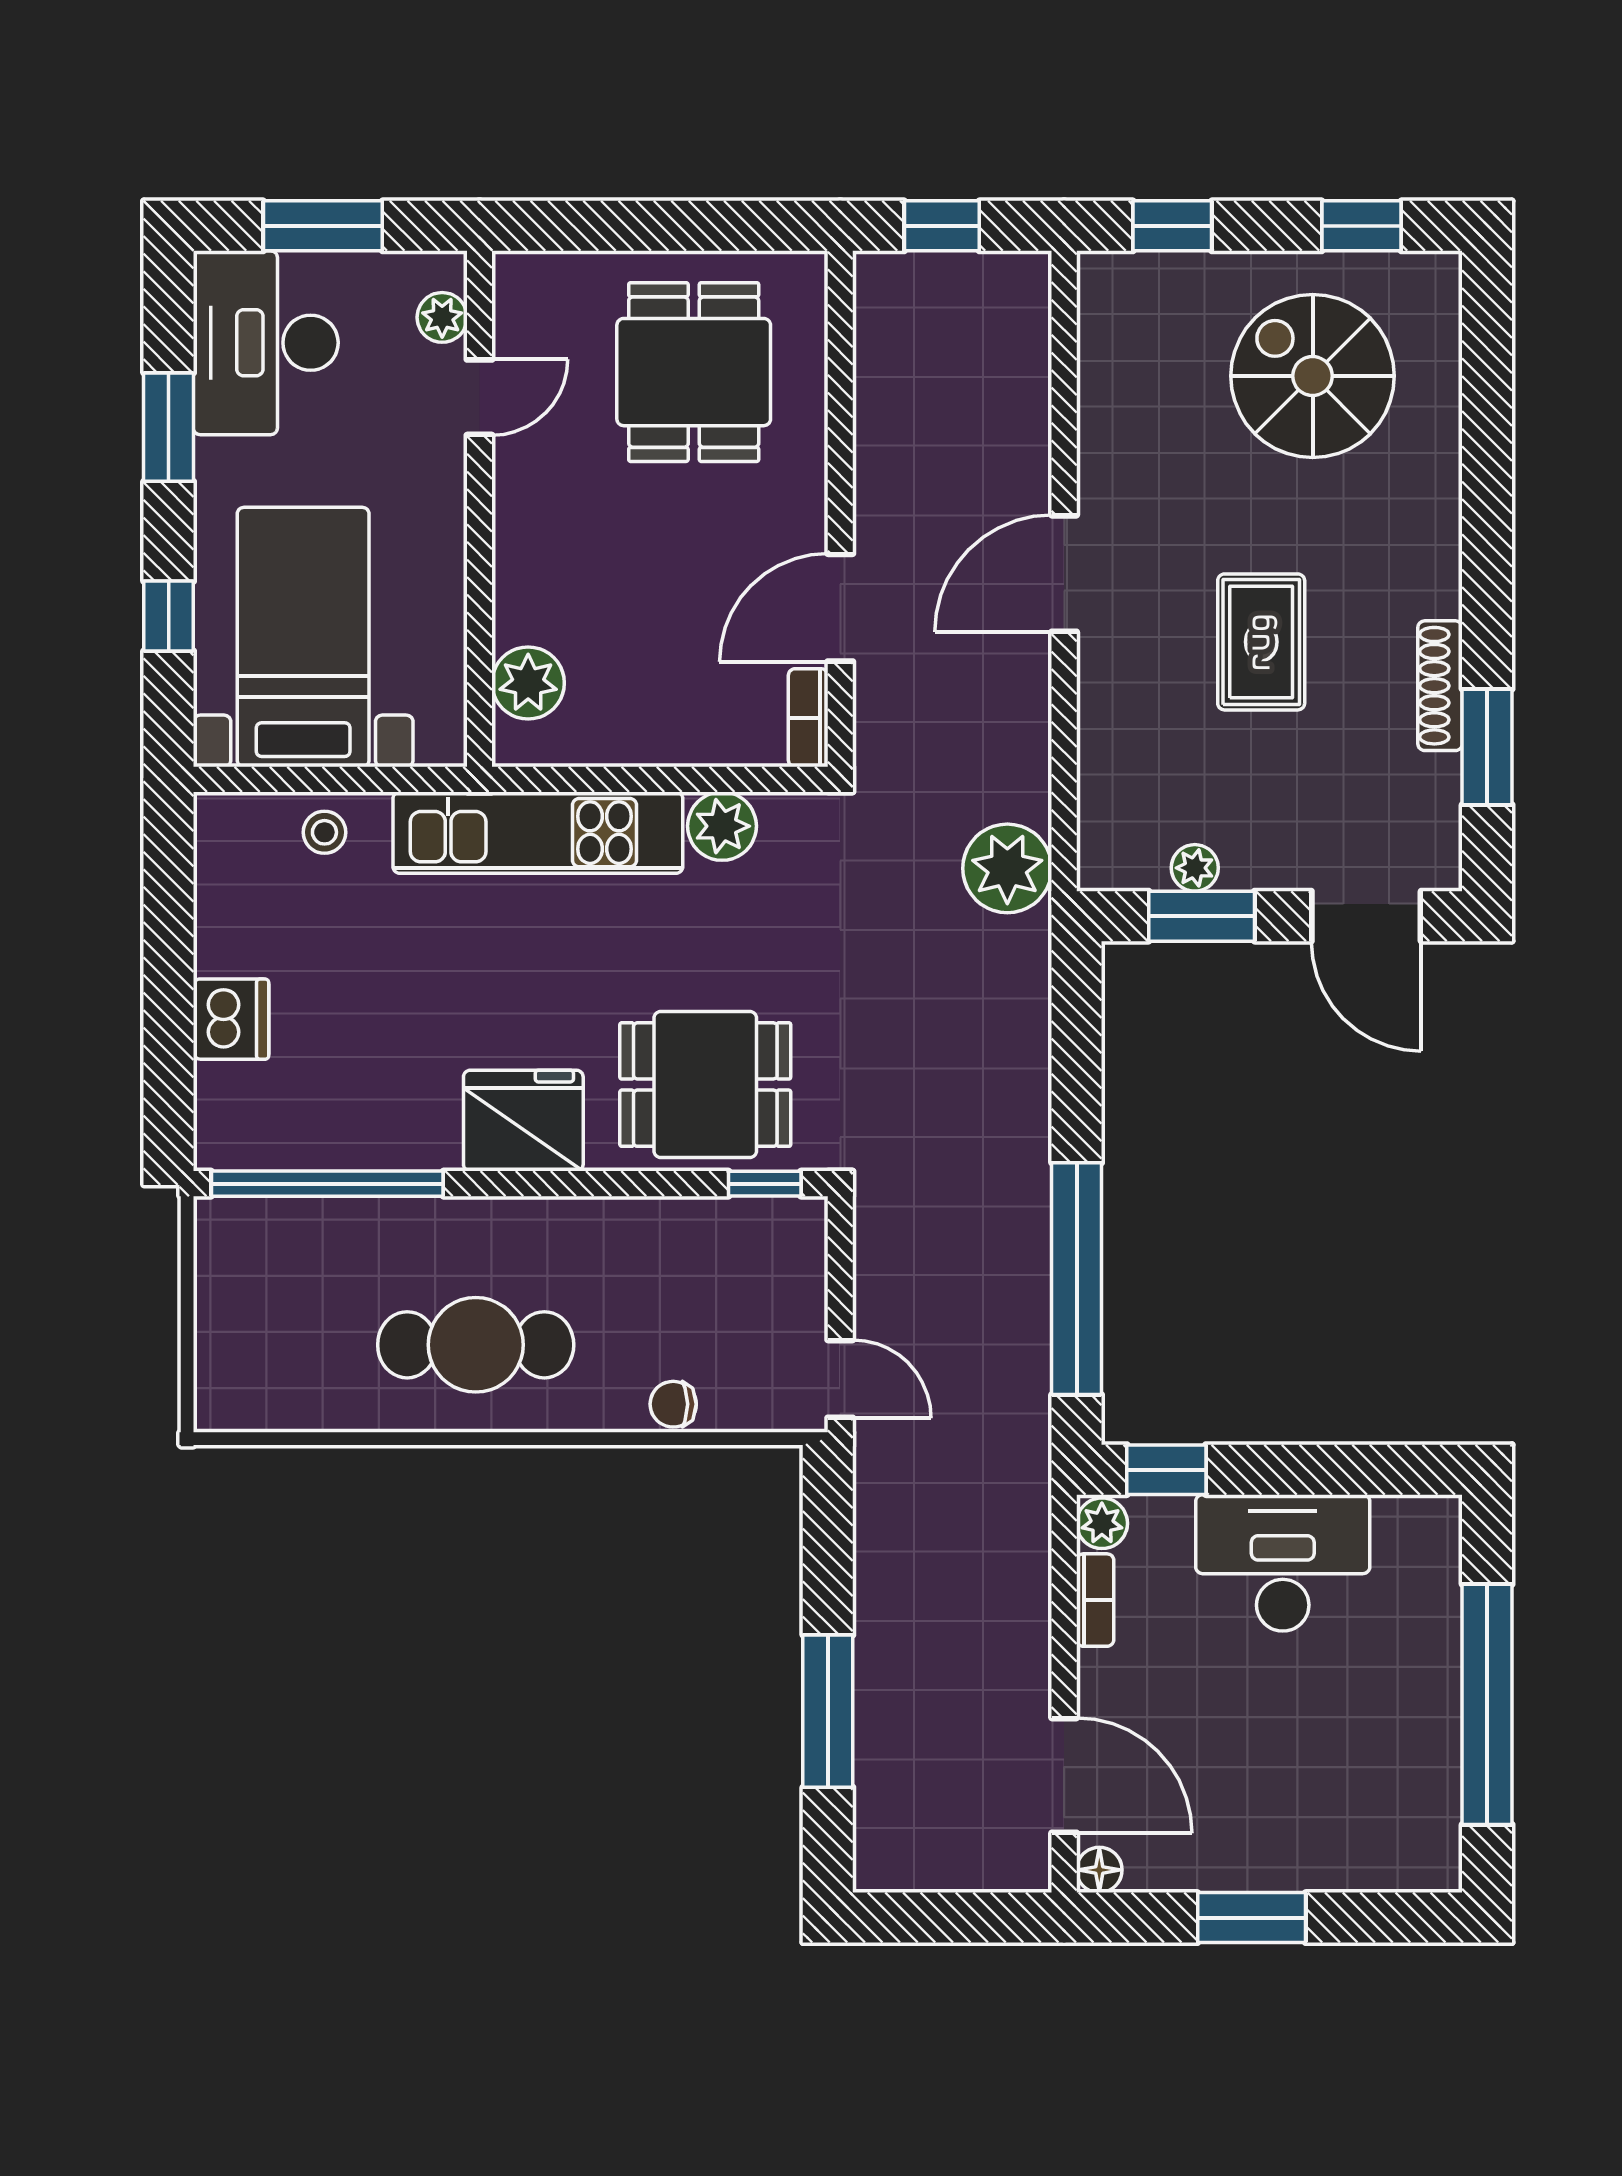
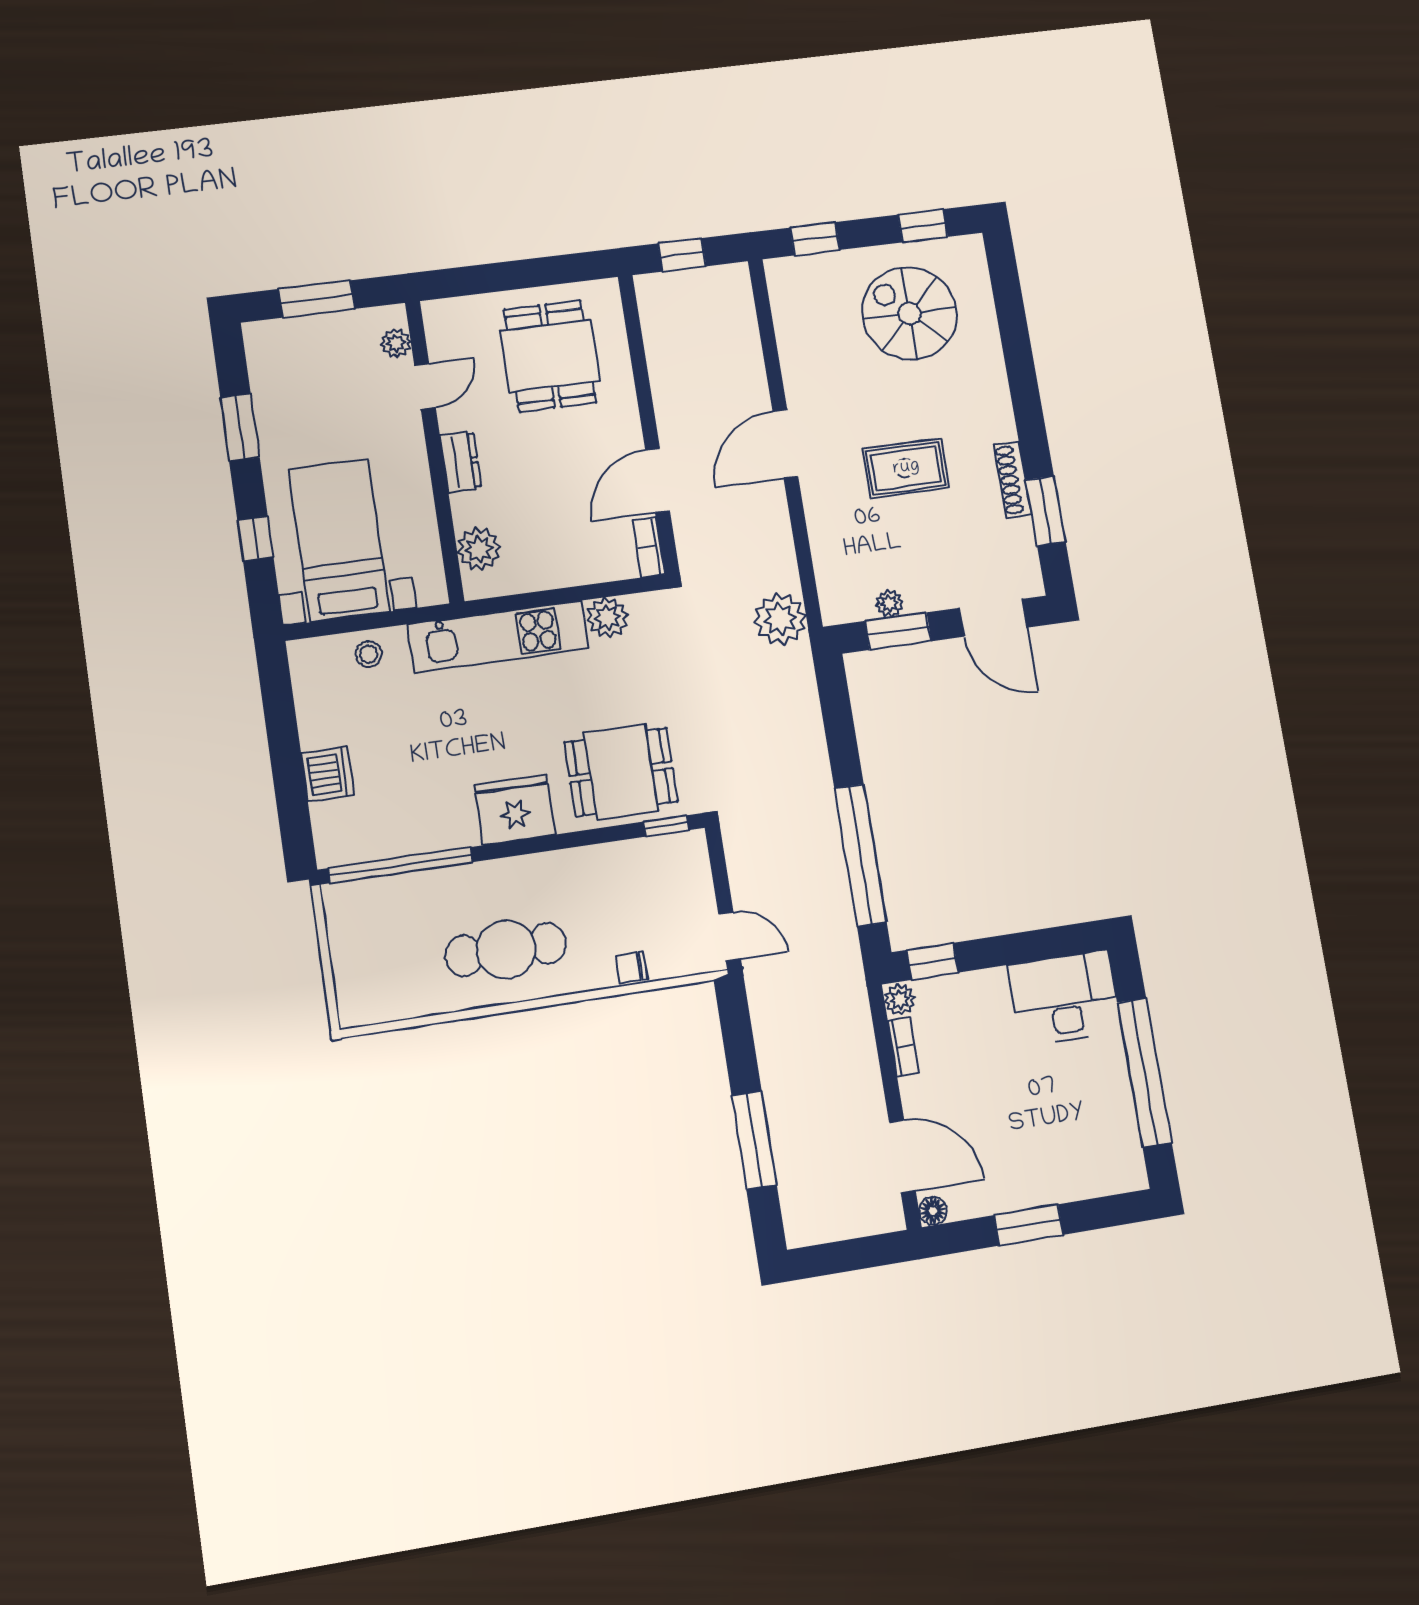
desk: (266, 343) -> (292, 371), removed
dresser: (520, 532) -> (461, 462), added
rug: (1261, 642) -> (906, 468), turned 90
desk: (1283, 1563) -> (1064, 998), moved

